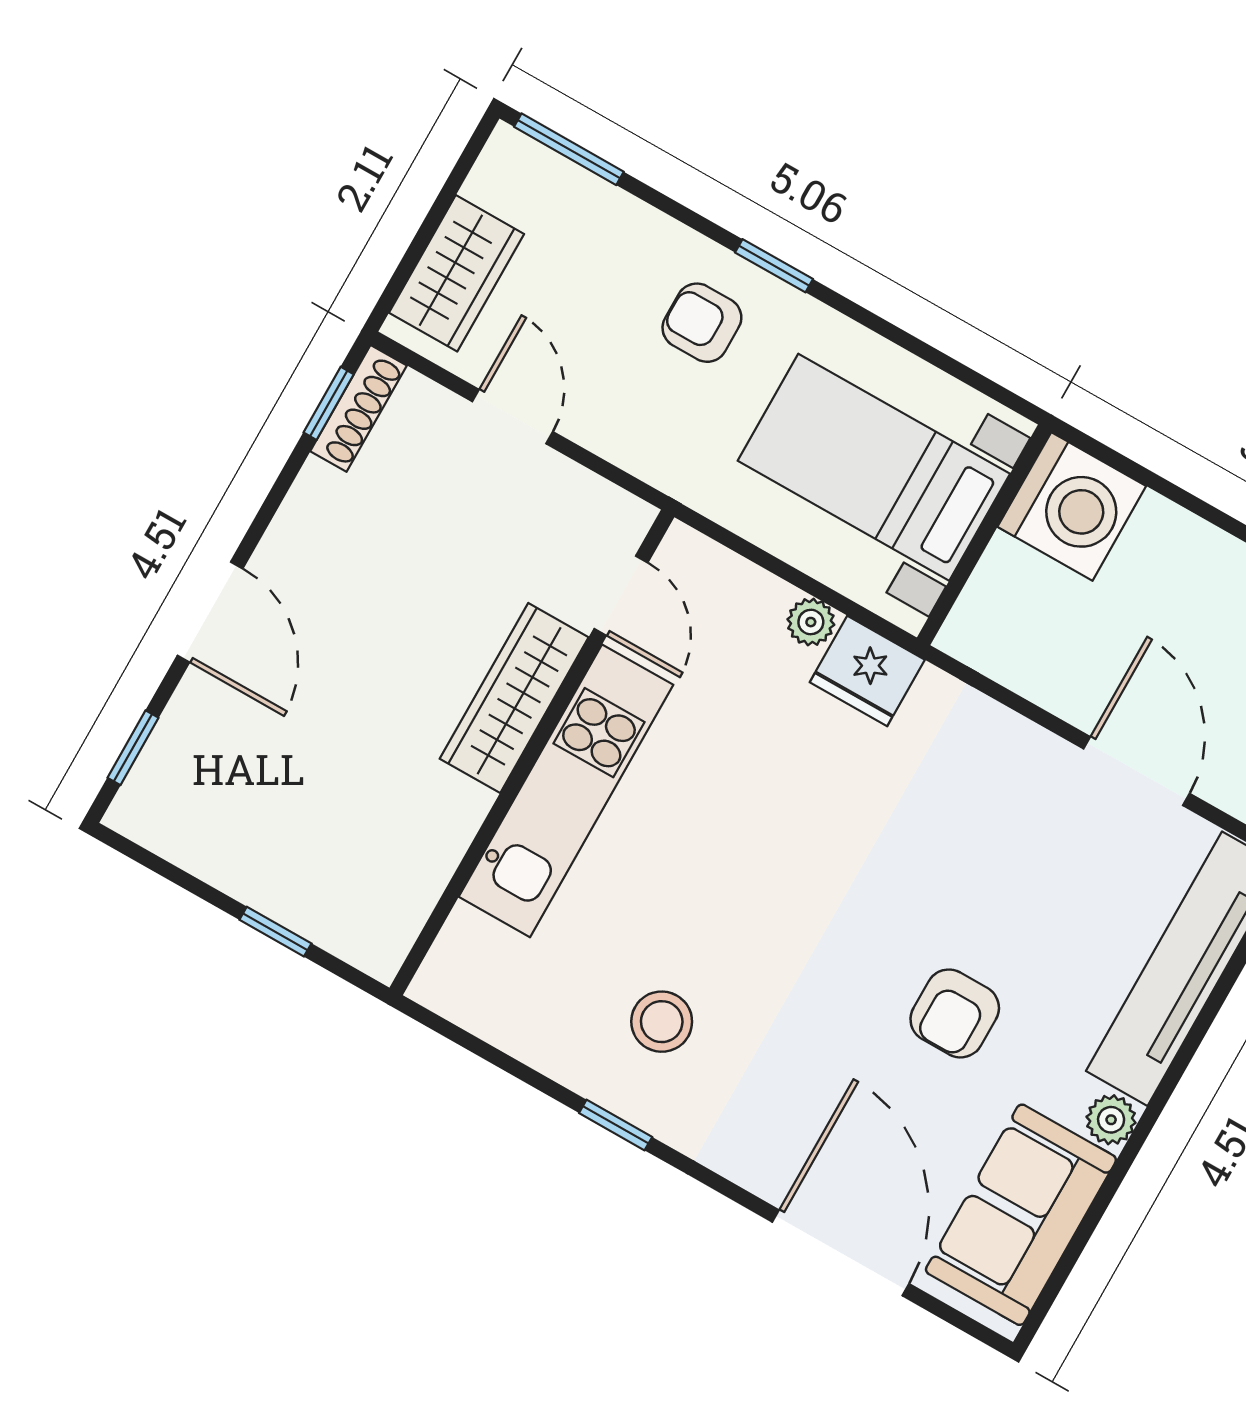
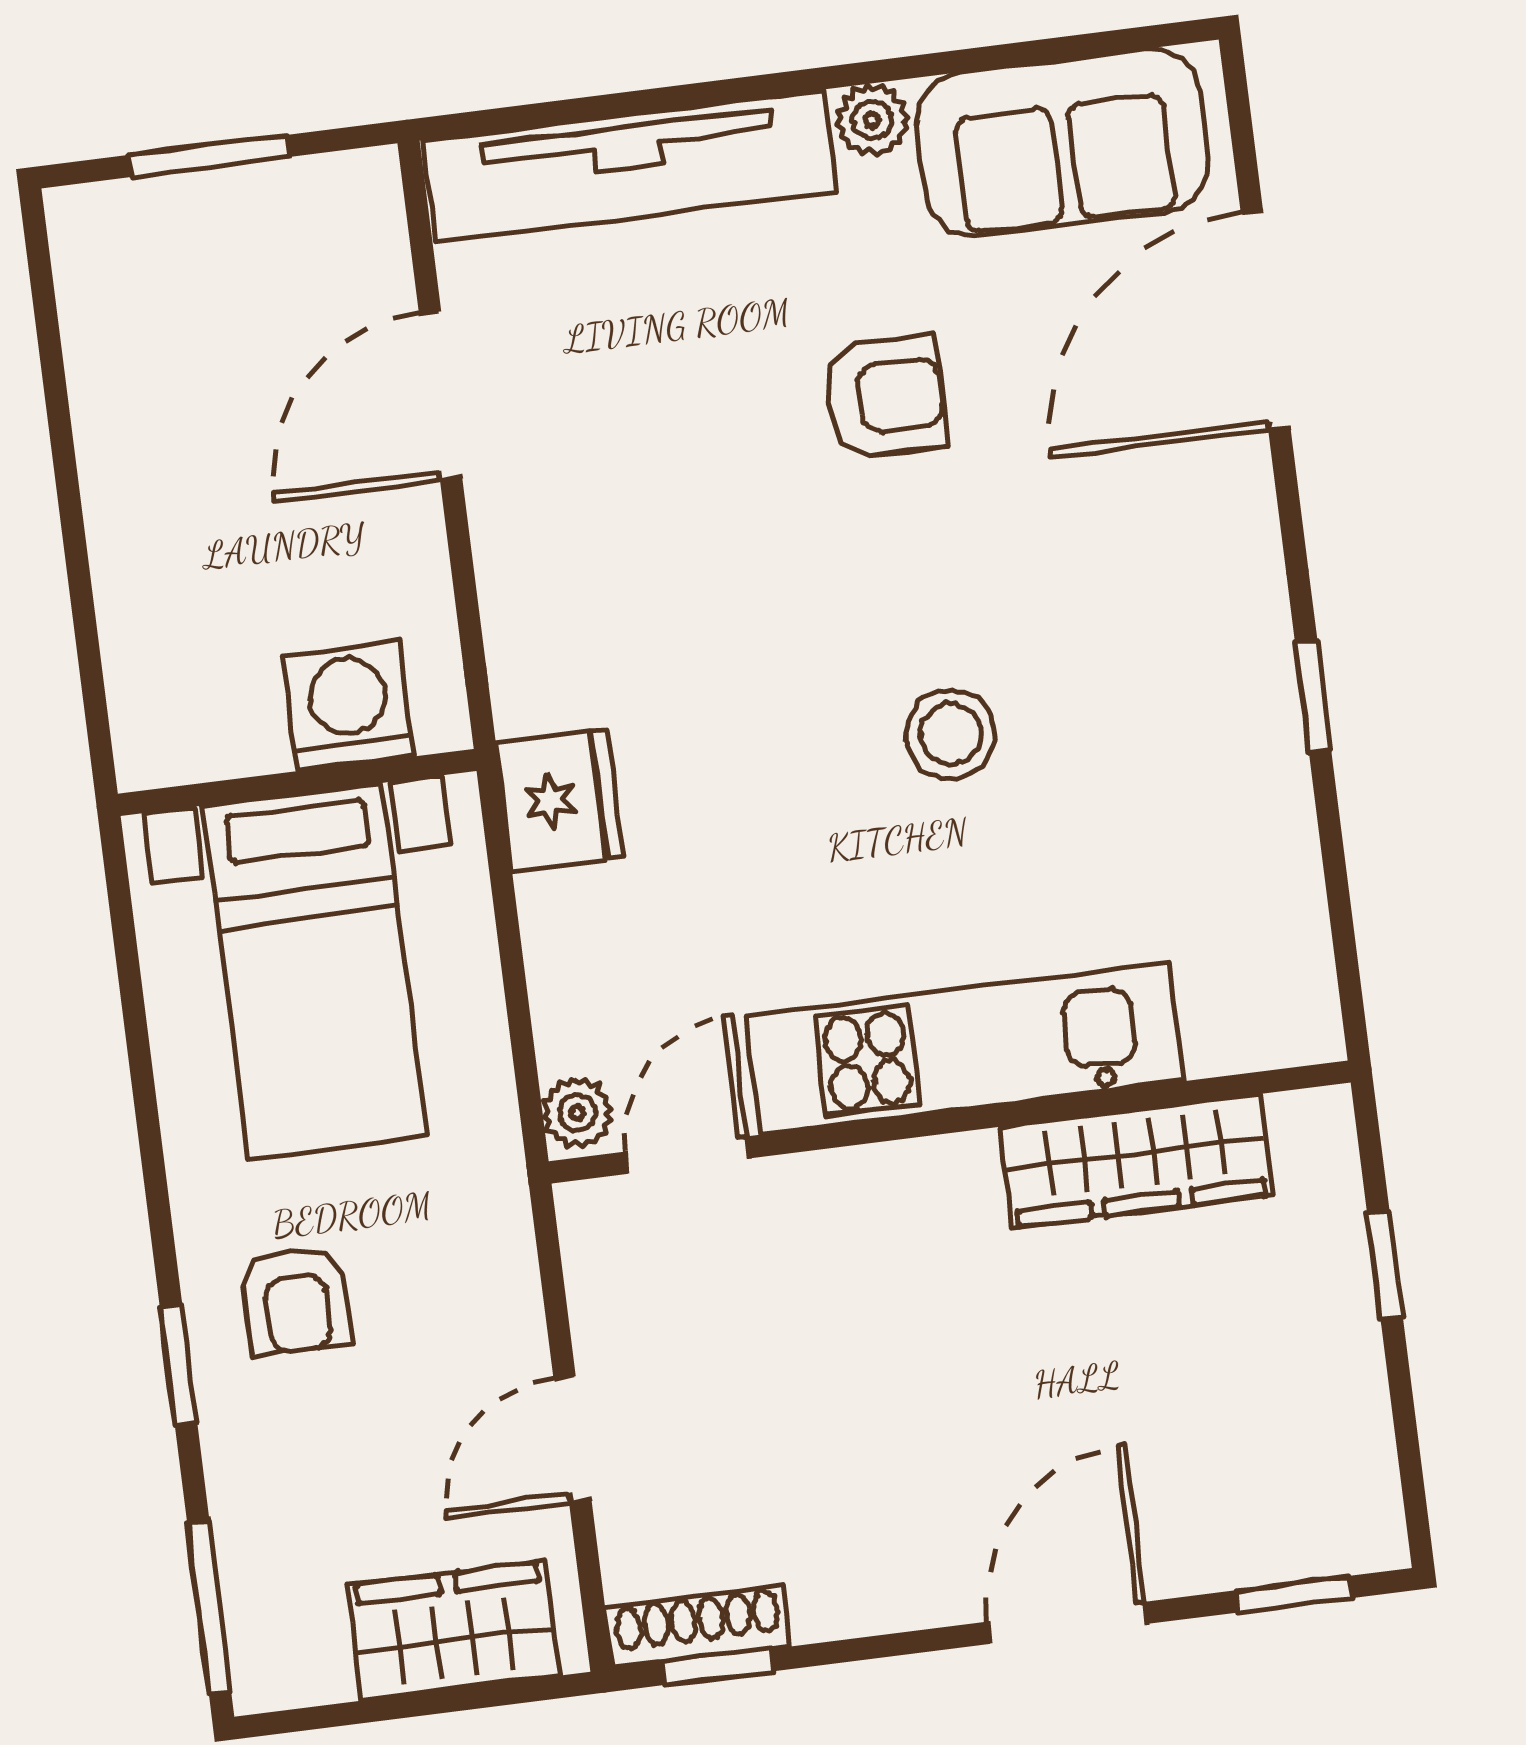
window: (774, 266) -> (179, 1365), moved
washing machine: (1072, 506) -> (349, 706), moved, width x0.73, depth x0.73
plant: (811, 622) -> (577, 1113), moved
wardrobe: (514, 698) -> (1136, 1161), moved
stool: (662, 1022) -> (951, 734), moved

